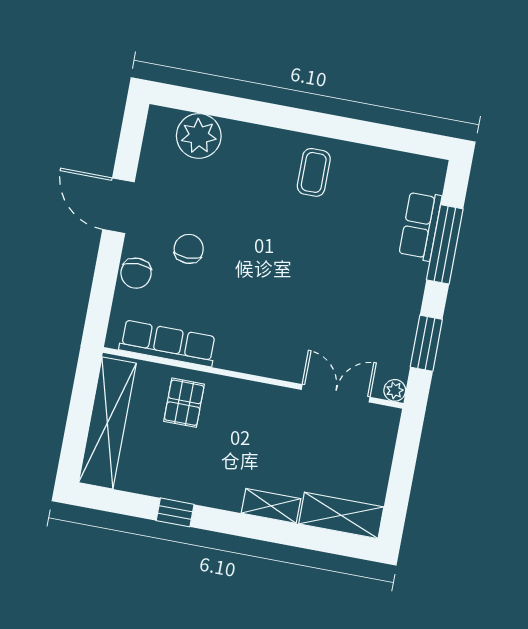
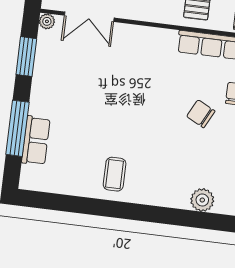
plant: (199, 136) -> (202, 200), width x0.73, depth x0.73
chair: (189, 249) -> (201, 114), turned 117

